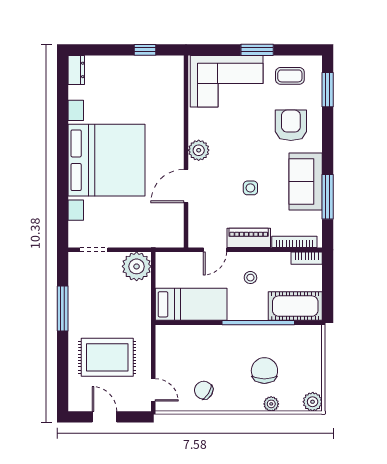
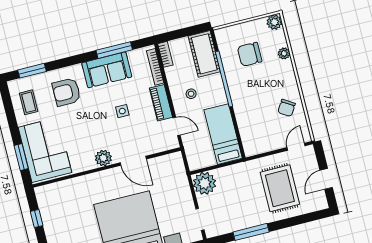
window: (257, 50) -> (21, 157), moved
chair: (264, 371) -> (250, 54), moved

